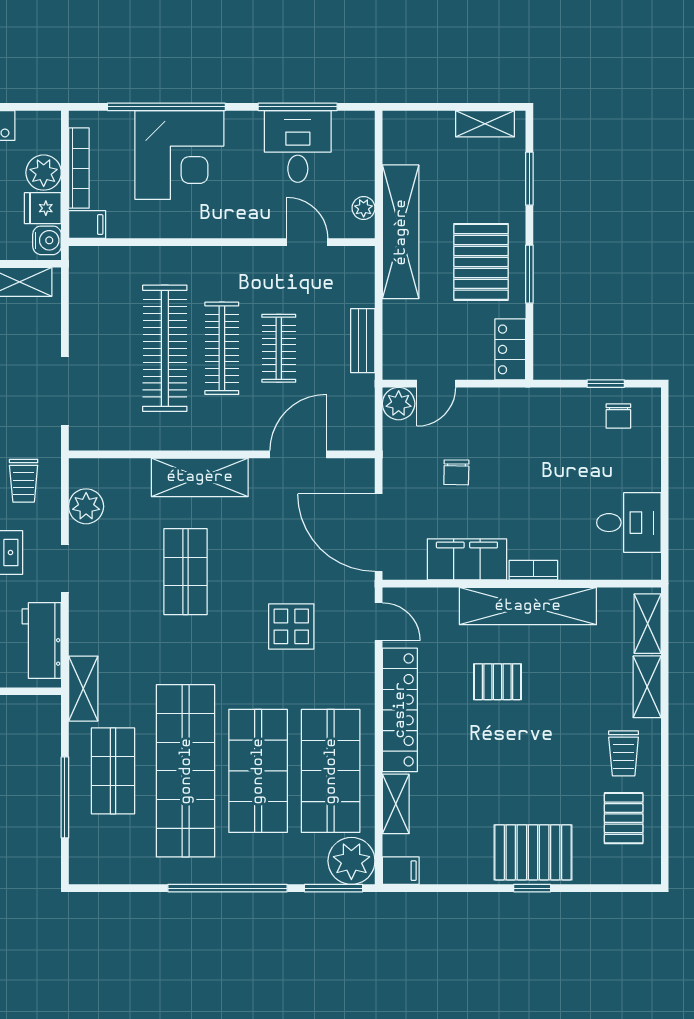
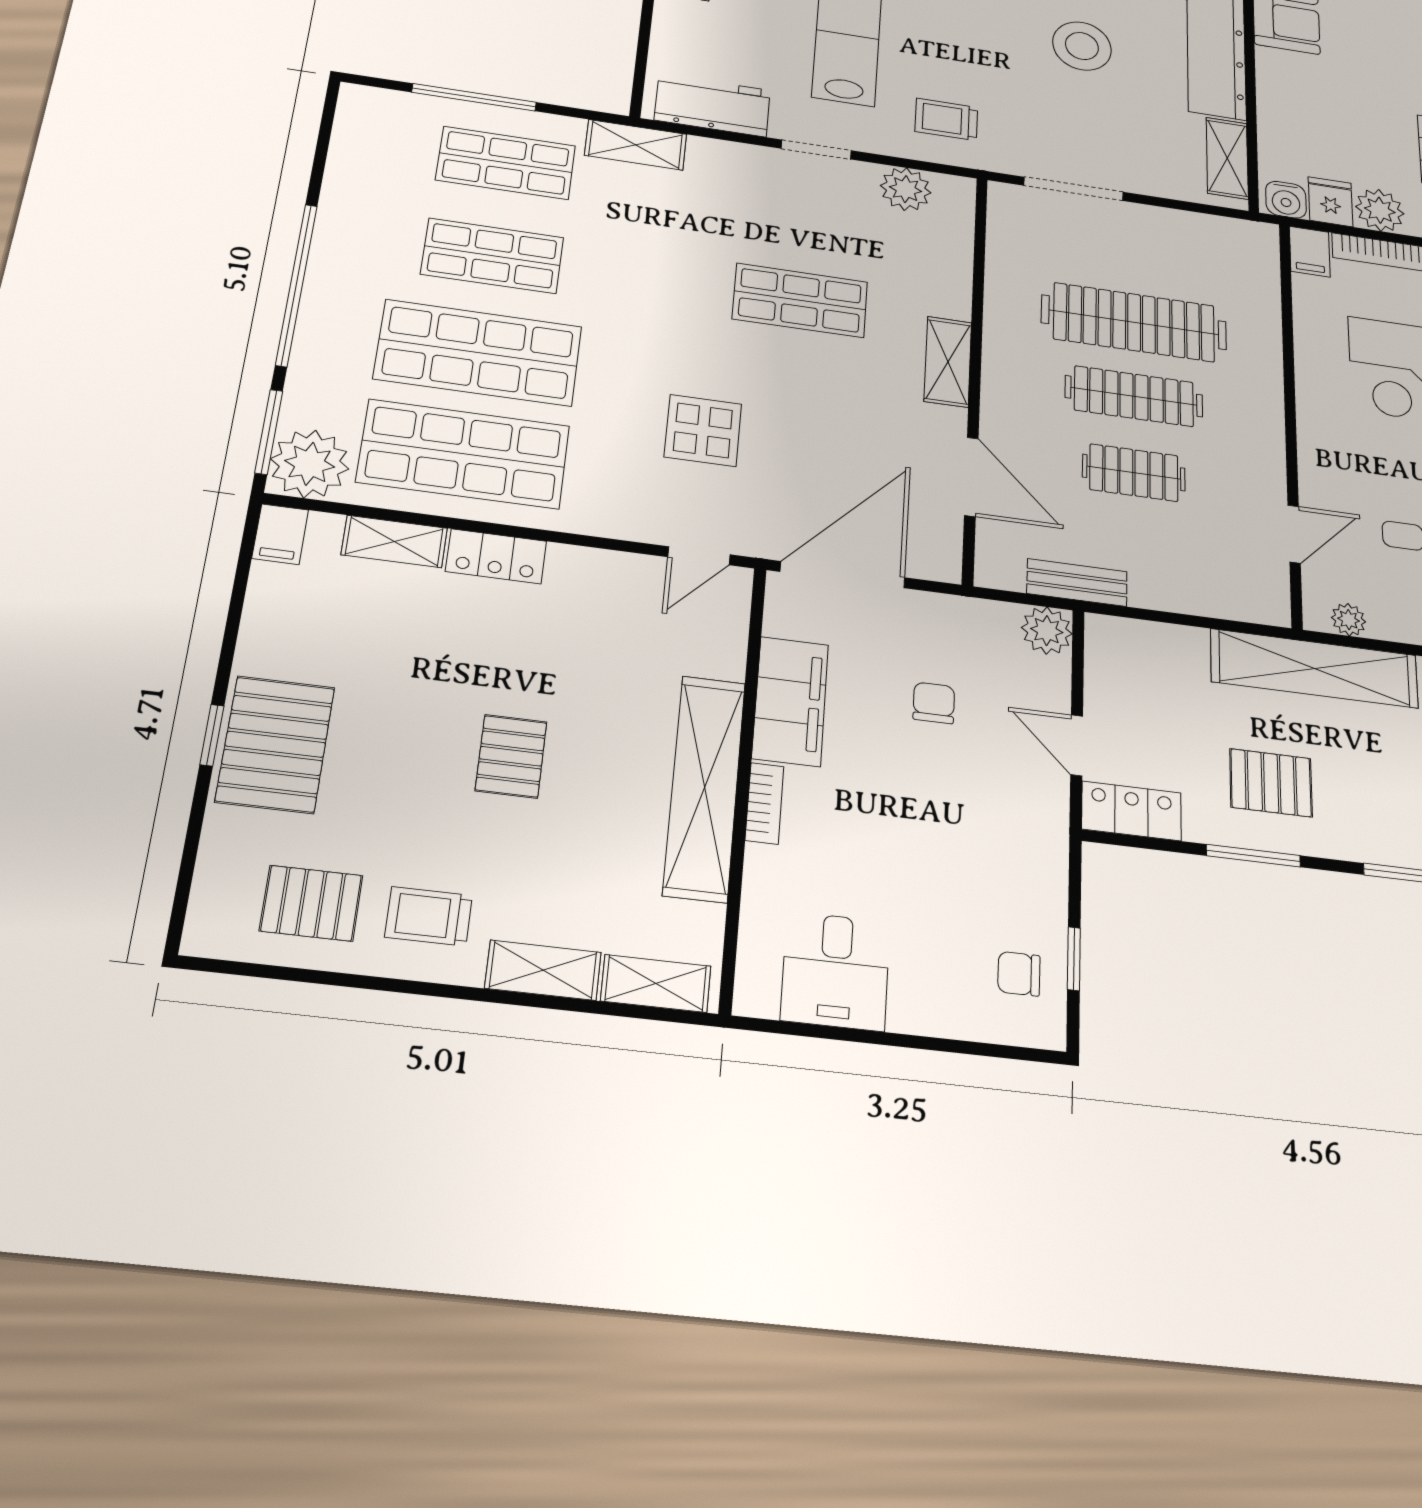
pallet: (481, 262) -> (1271, 783), width x0.67, depth x0.71
bench: (363, 341) -> (1077, 583), moved
door: (436, 384) -> (1077, 745), moved
chair: (456, 472) -> (934, 703), turned 89
shelving: (200, 477) -> (948, 362), width x0.67, depth x0.75
pallet: (497, 682) -> (511, 756), moved
locker: (400, 710) -> (496, 556), width x0.46, depth x0.83
shop shelf: (186, 771) -> (492, 256), width x0.50, depth x0.74

